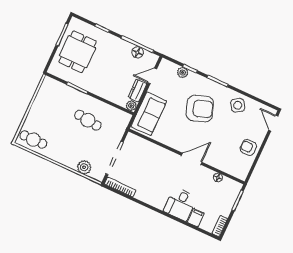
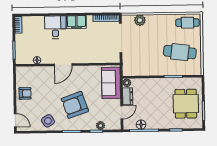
cafe table: (88, 120) -> (180, 52), moved, width x1.37, depth x1.35
filing cabinet: (196, 218) -> (76, 22), moved, width x2.00

